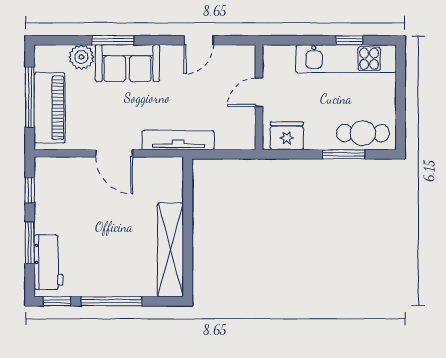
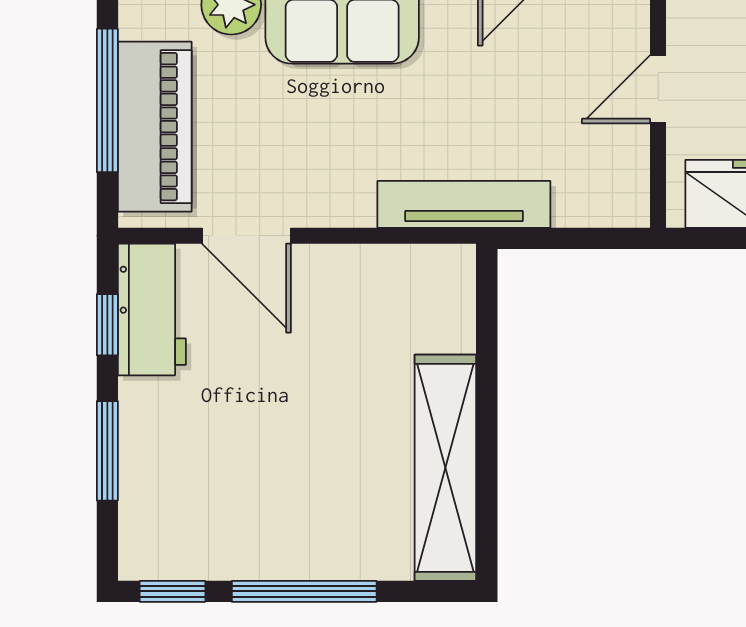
door: (114, 153) -> (246, 236), moved
workbench: (48, 262) -> (152, 309), moved

